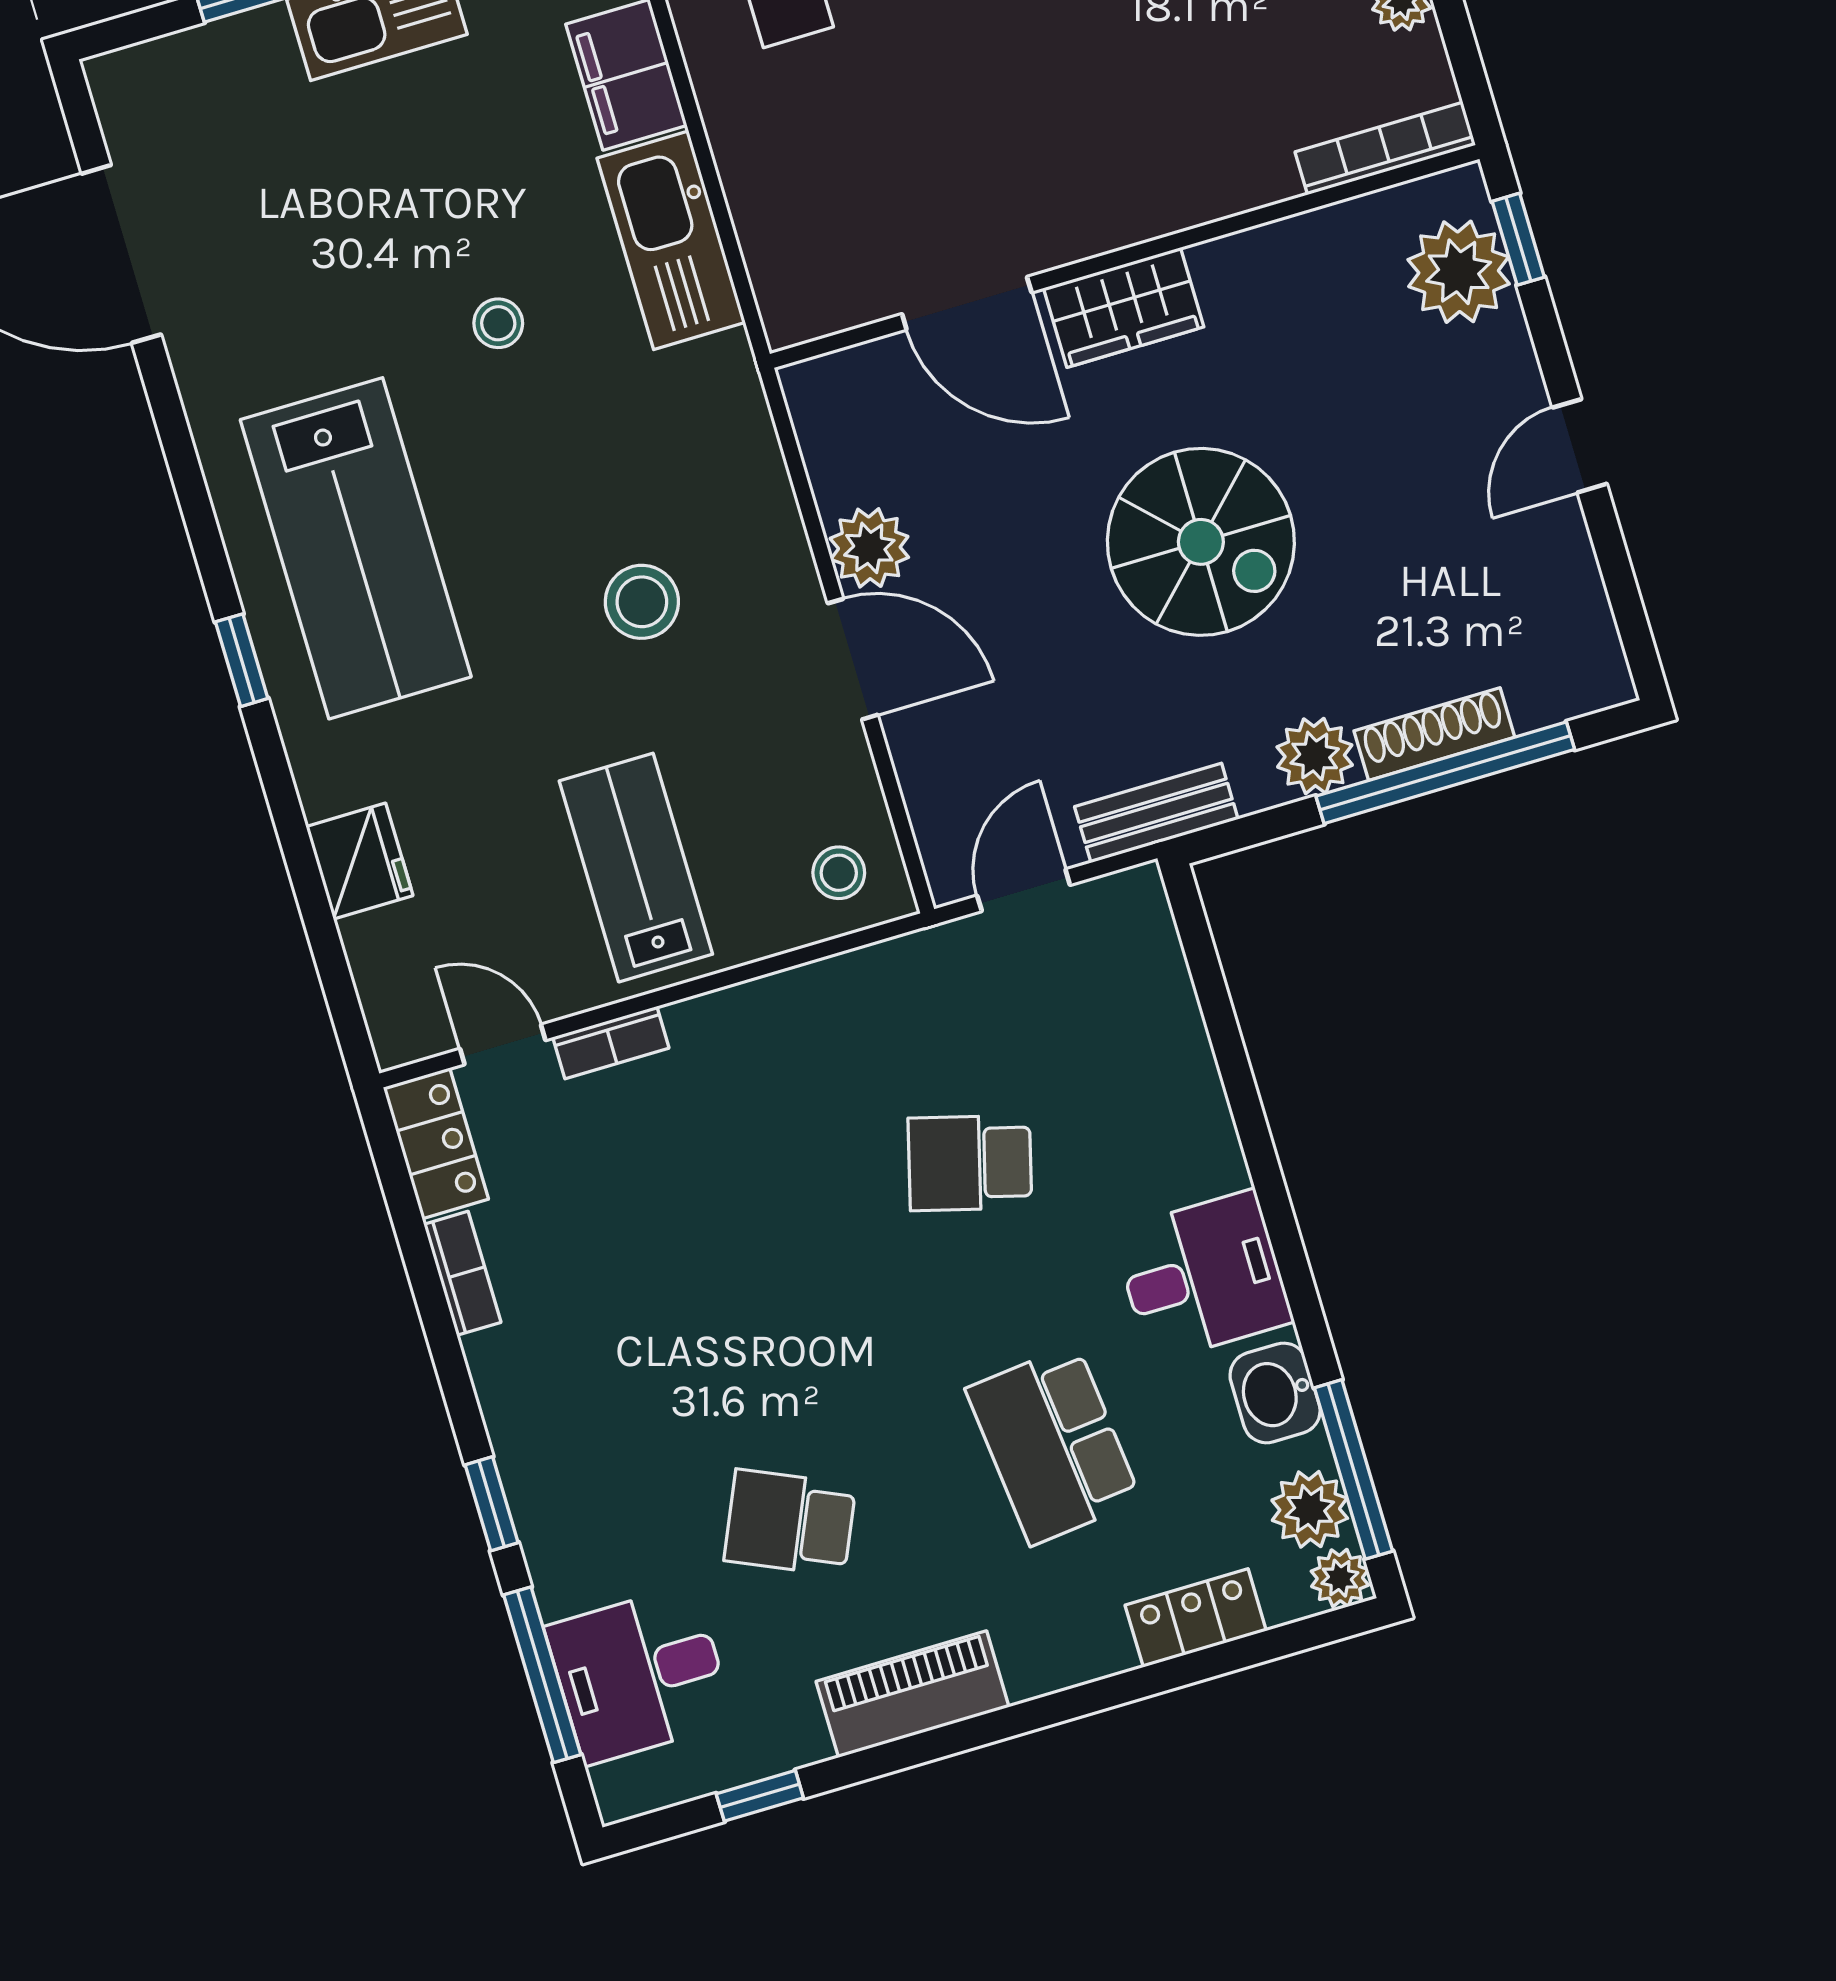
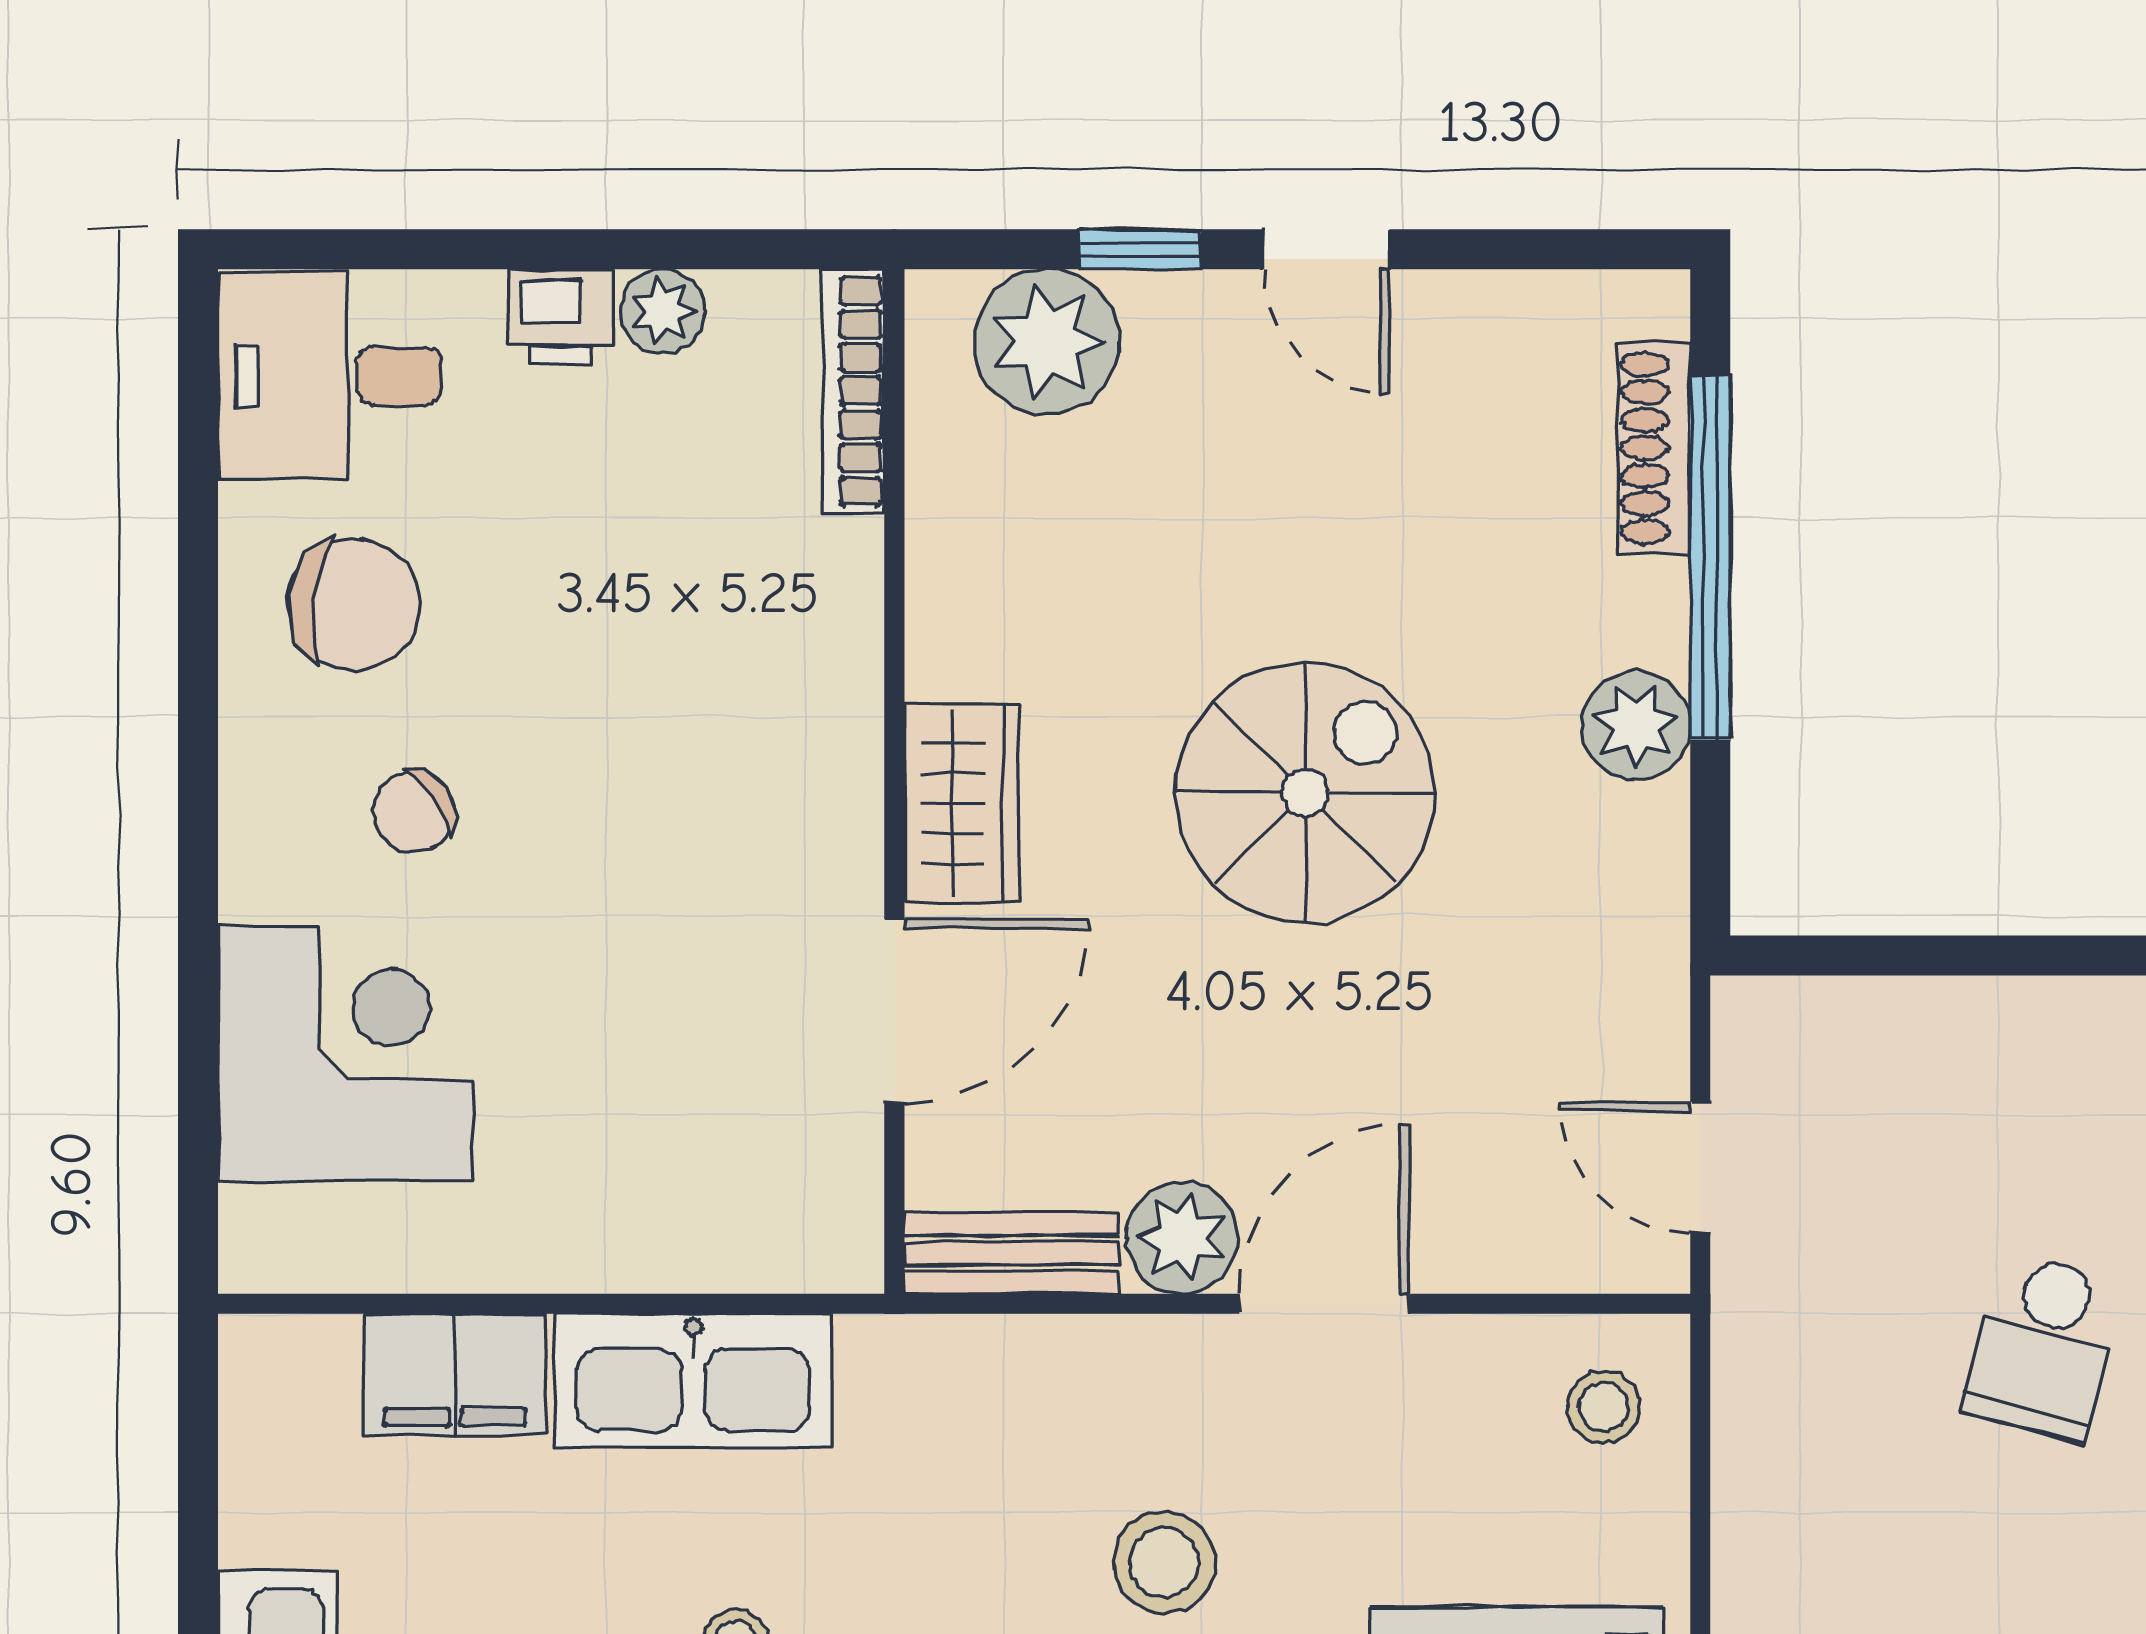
window: (1518, 239) -> (1140, 249), moved
shoe rack: (1434, 734) -> (1654, 448), moved
bench: (1156, 813) -> (1011, 1253), moved, turned 90

